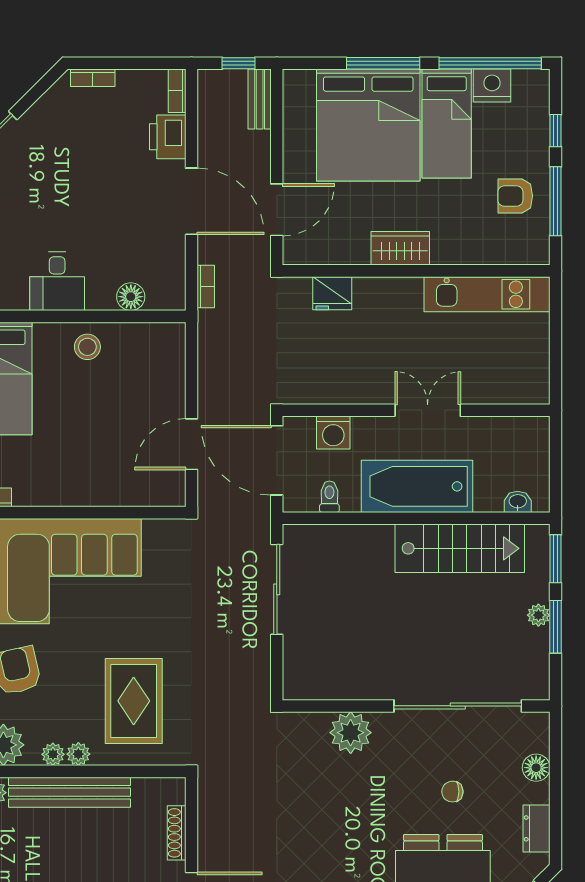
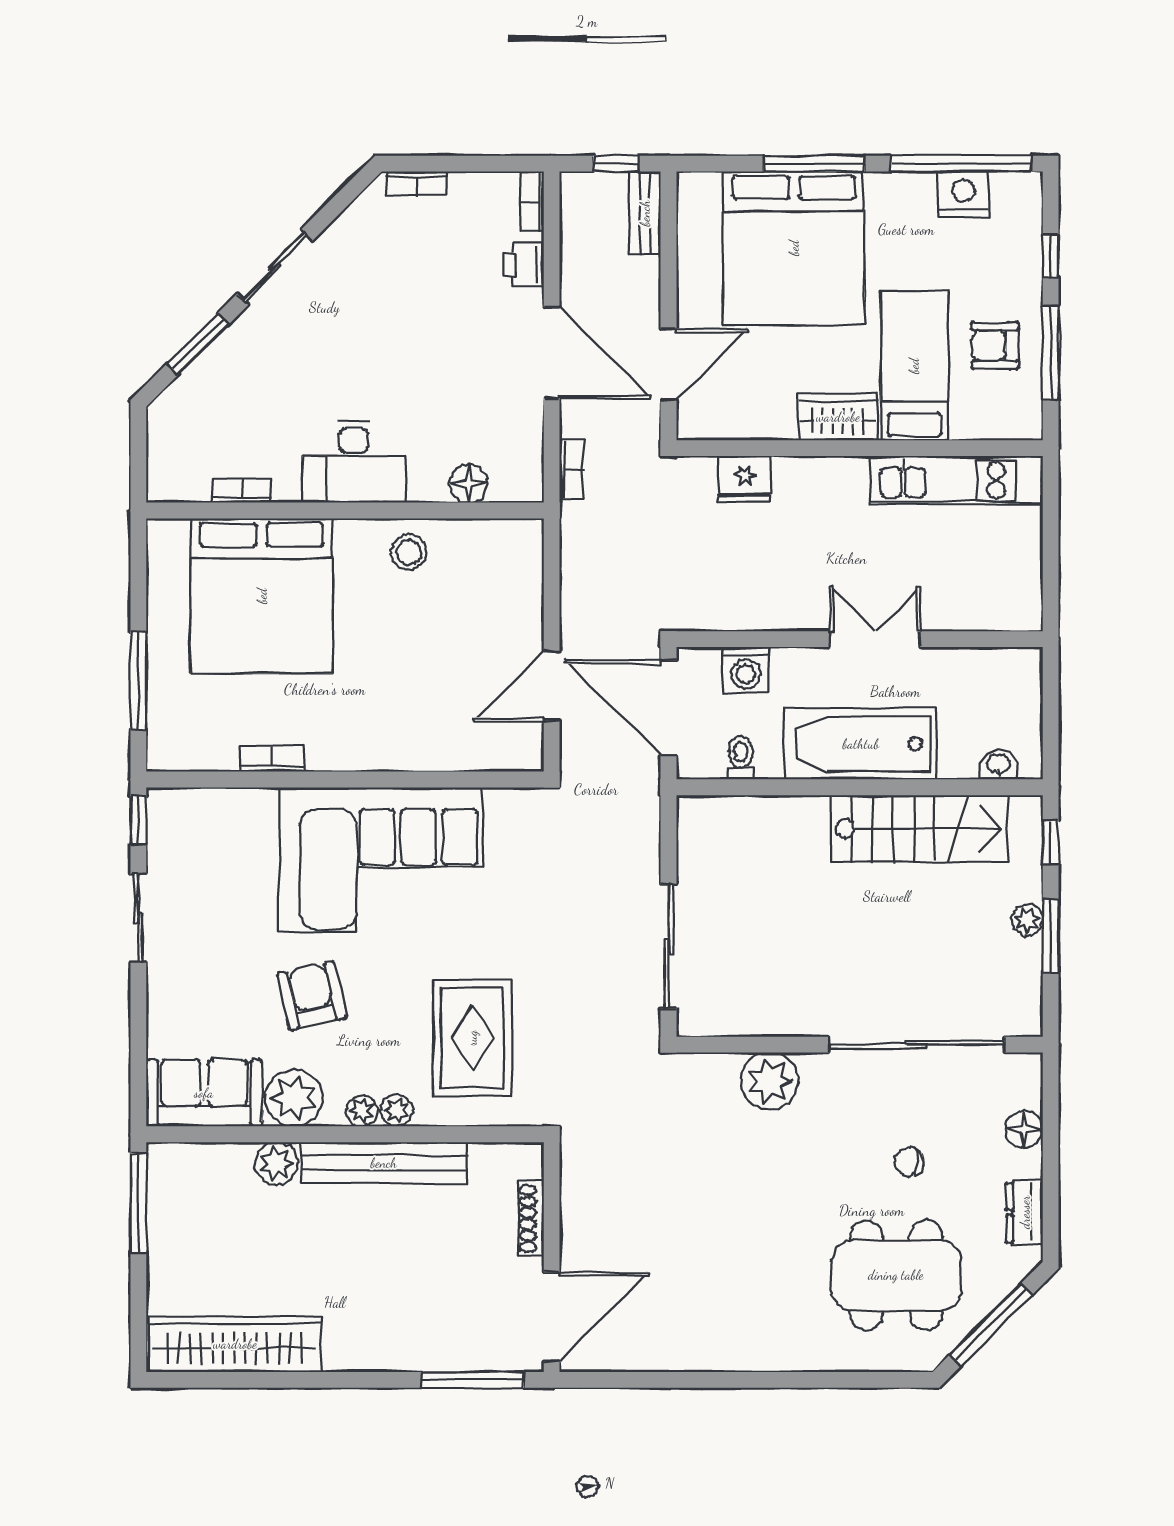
bed: (447, 123) -> (914, 366), moved, turned 180
printer: (168, 137) -> (524, 264), width x0.73, depth x0.81
desk: (57, 281) -> (354, 462), width x1.37
window: (556, 559) -> (1051, 843), width x0.67
sliding door: (277, 589) -> (669, 946), moved

